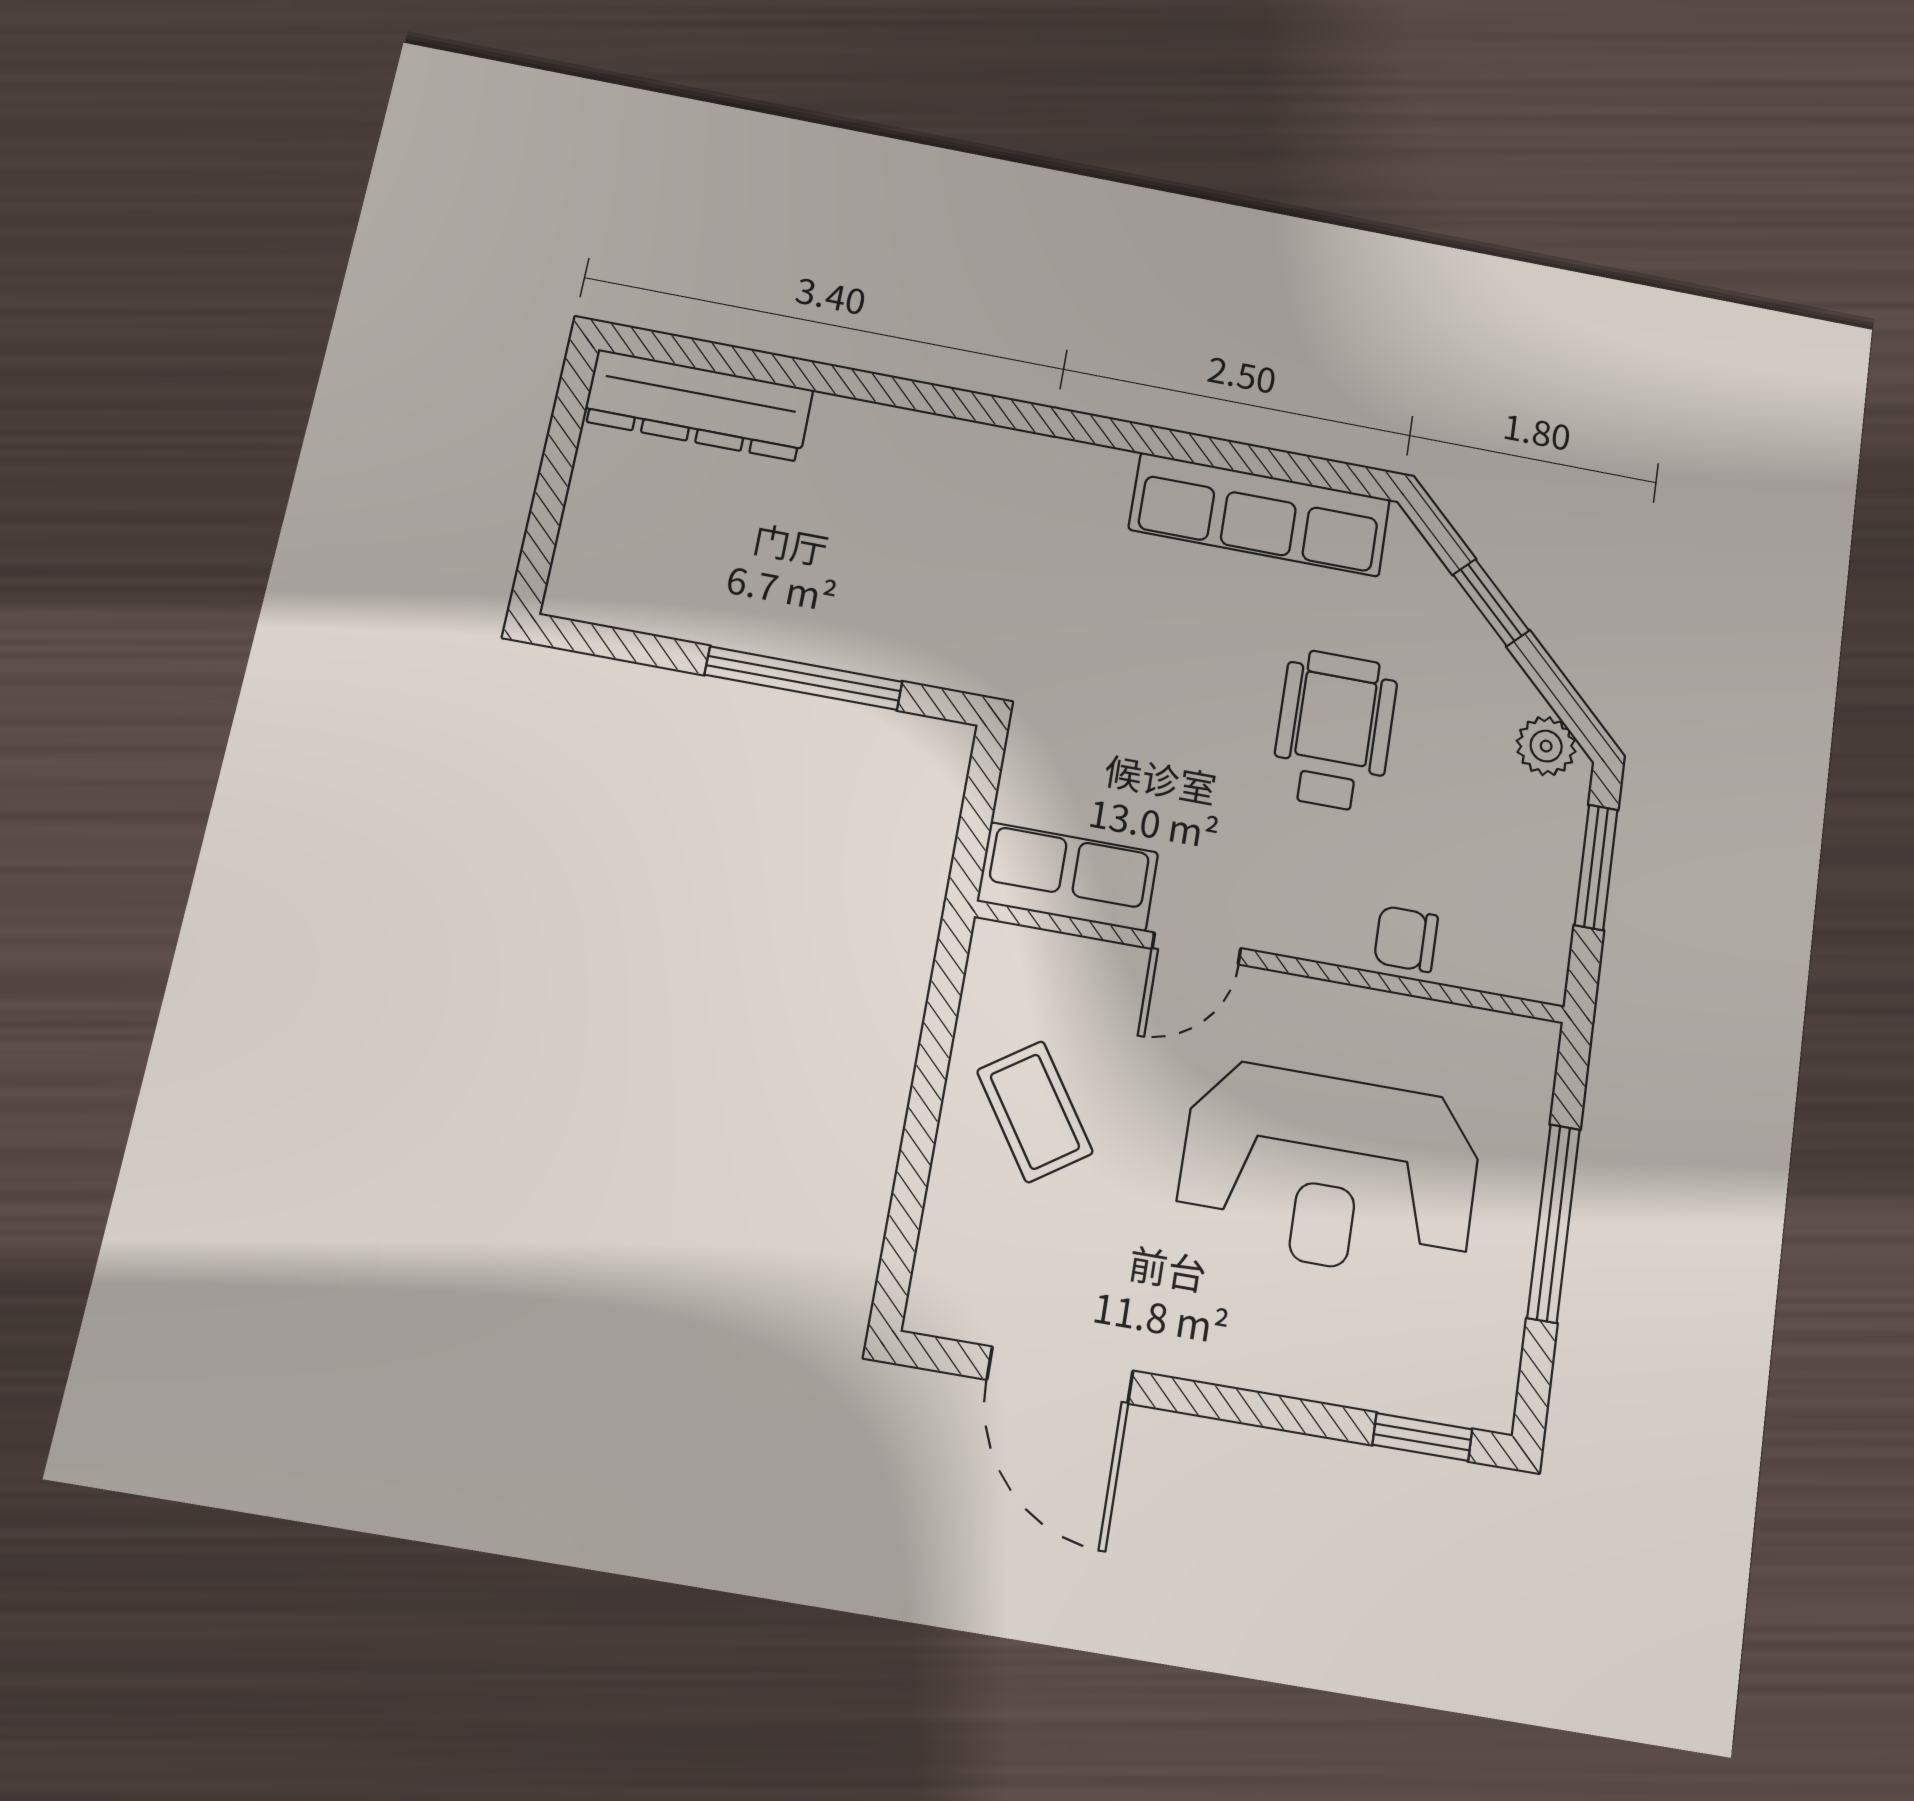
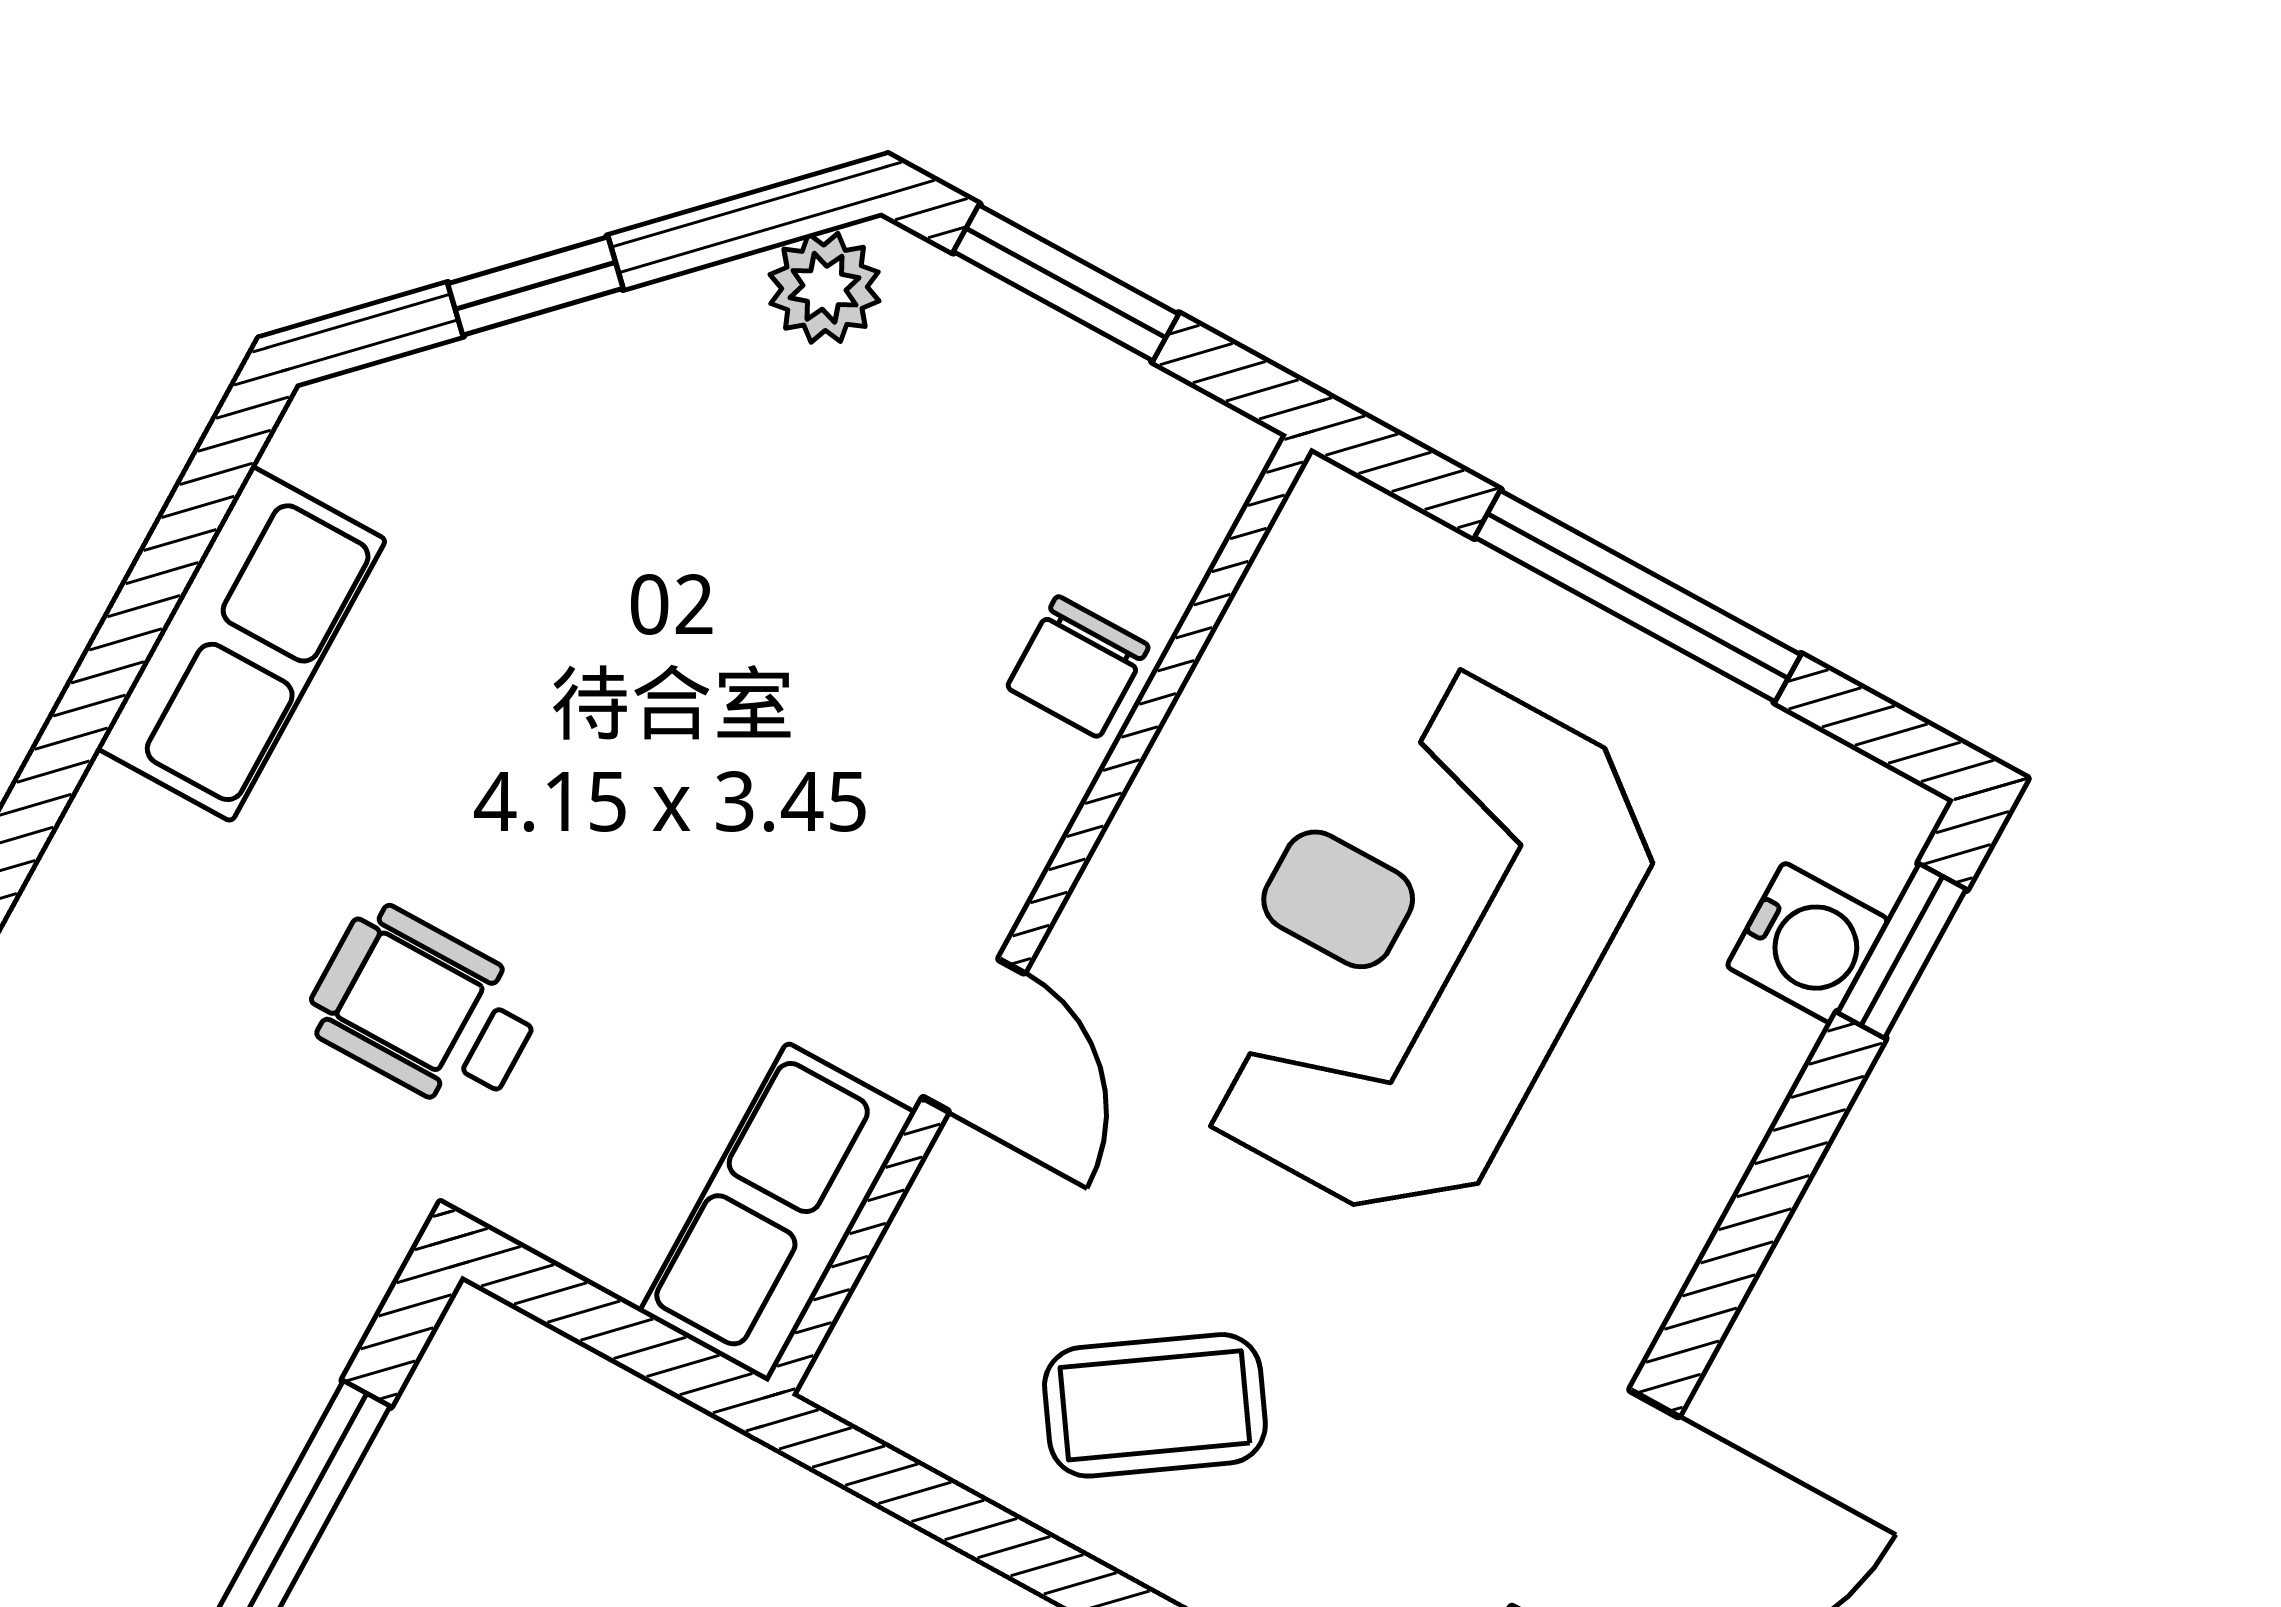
row of seats: (1260, 514) -> (241, 644), width x0.68
wheelchair: (1334, 730) -> (424, 1009), moved, width x0.73, depth x0.73
reception desk: (1329, 1171) -> (1421, 945), turned 180
water cooler: (1407, 1383) -> (1807, 943), added

